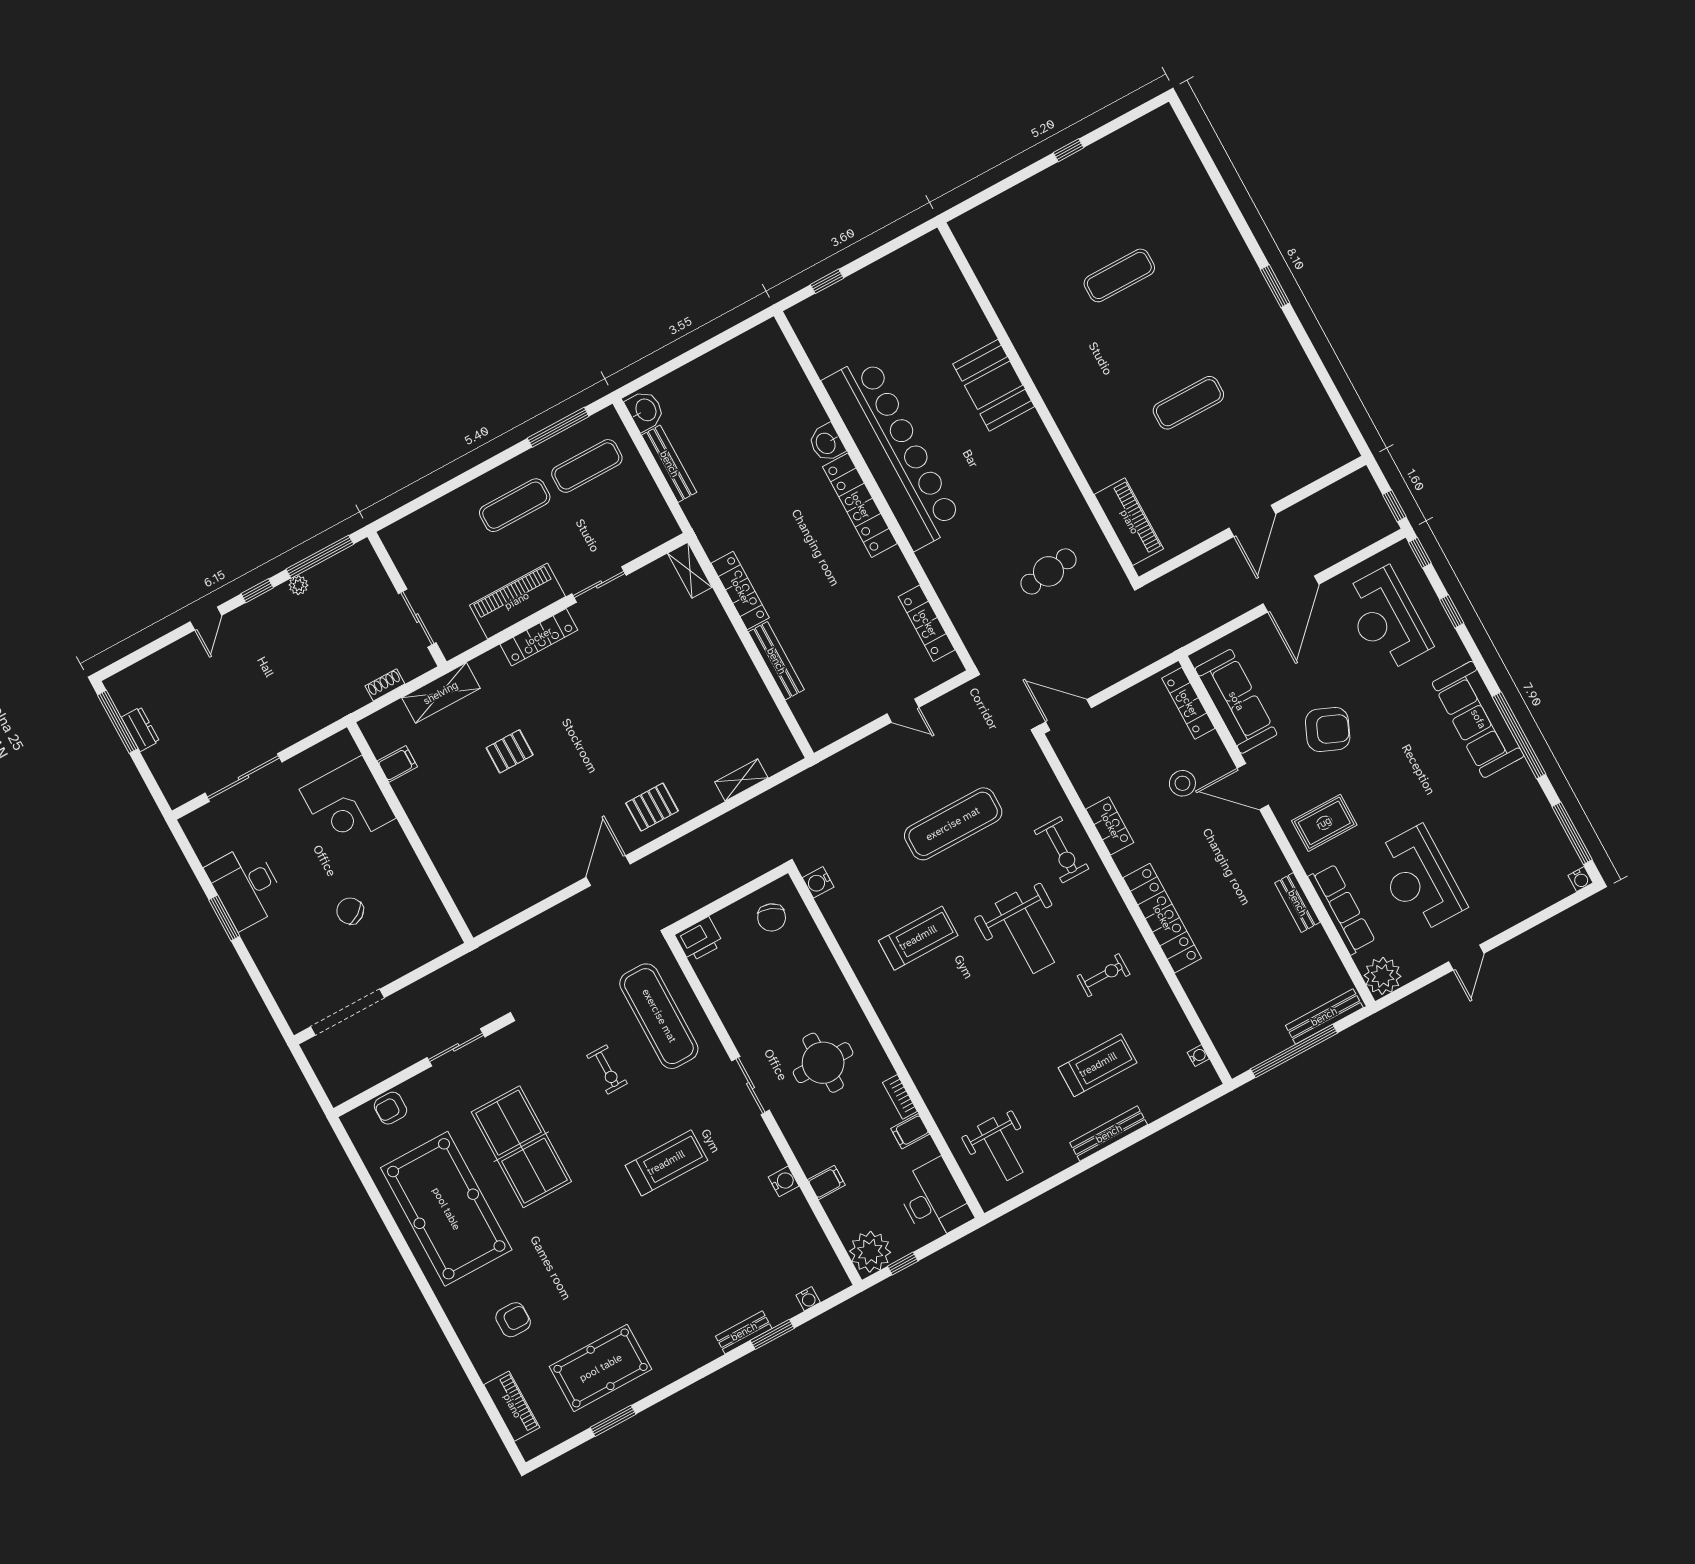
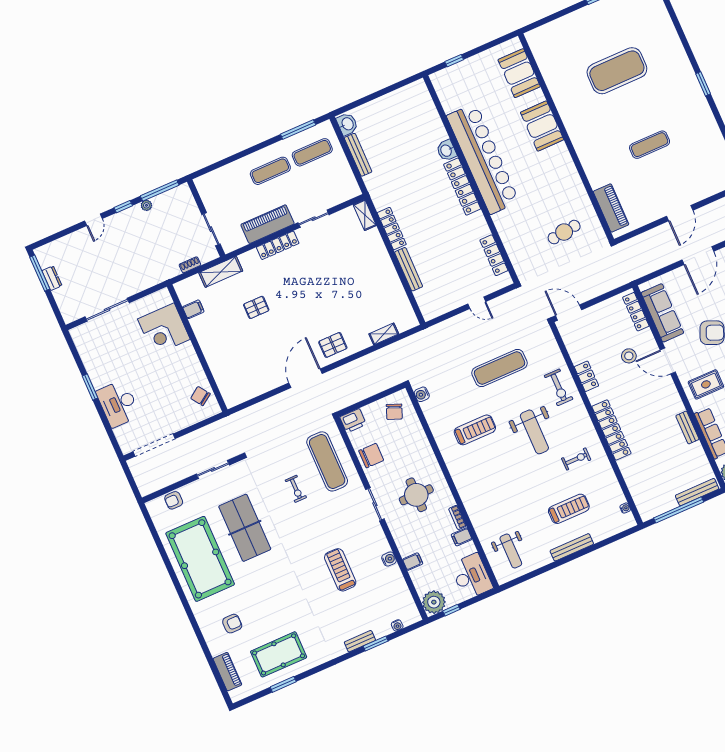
exercise mat: (1119, 275) -> (617, 71), width x2.00, depth x1.45
booth: (945, 294) -> (519, 73), added
door: (608, 871) -> (306, 378), width x1.36
desk: (246, 886) -> (118, 404), moved
chair: (350, 911) -> (200, 396), moved
chair: (737, 999) -> (371, 455), added
treadmill: (666, 1163) -> (340, 570), moved, turned -90

